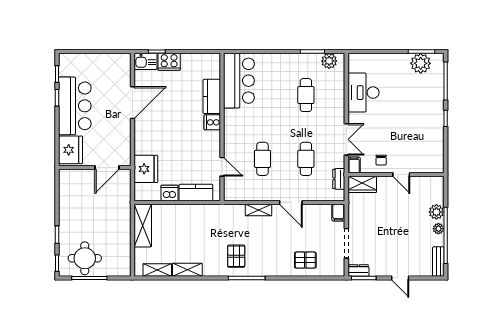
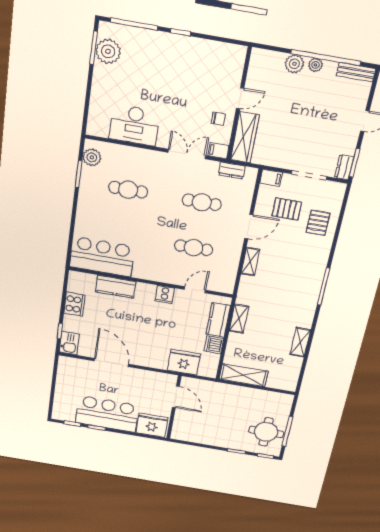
cooker: (169, 62) -> (74, 304), moved
cooker: (212, 122) -> (165, 294), moved
wardrobe: (362, 184) -> (245, 137), width x1.50
pallet: (236, 256) -> (287, 209), moved
shelving: (157, 270) -> (239, 319), moved

